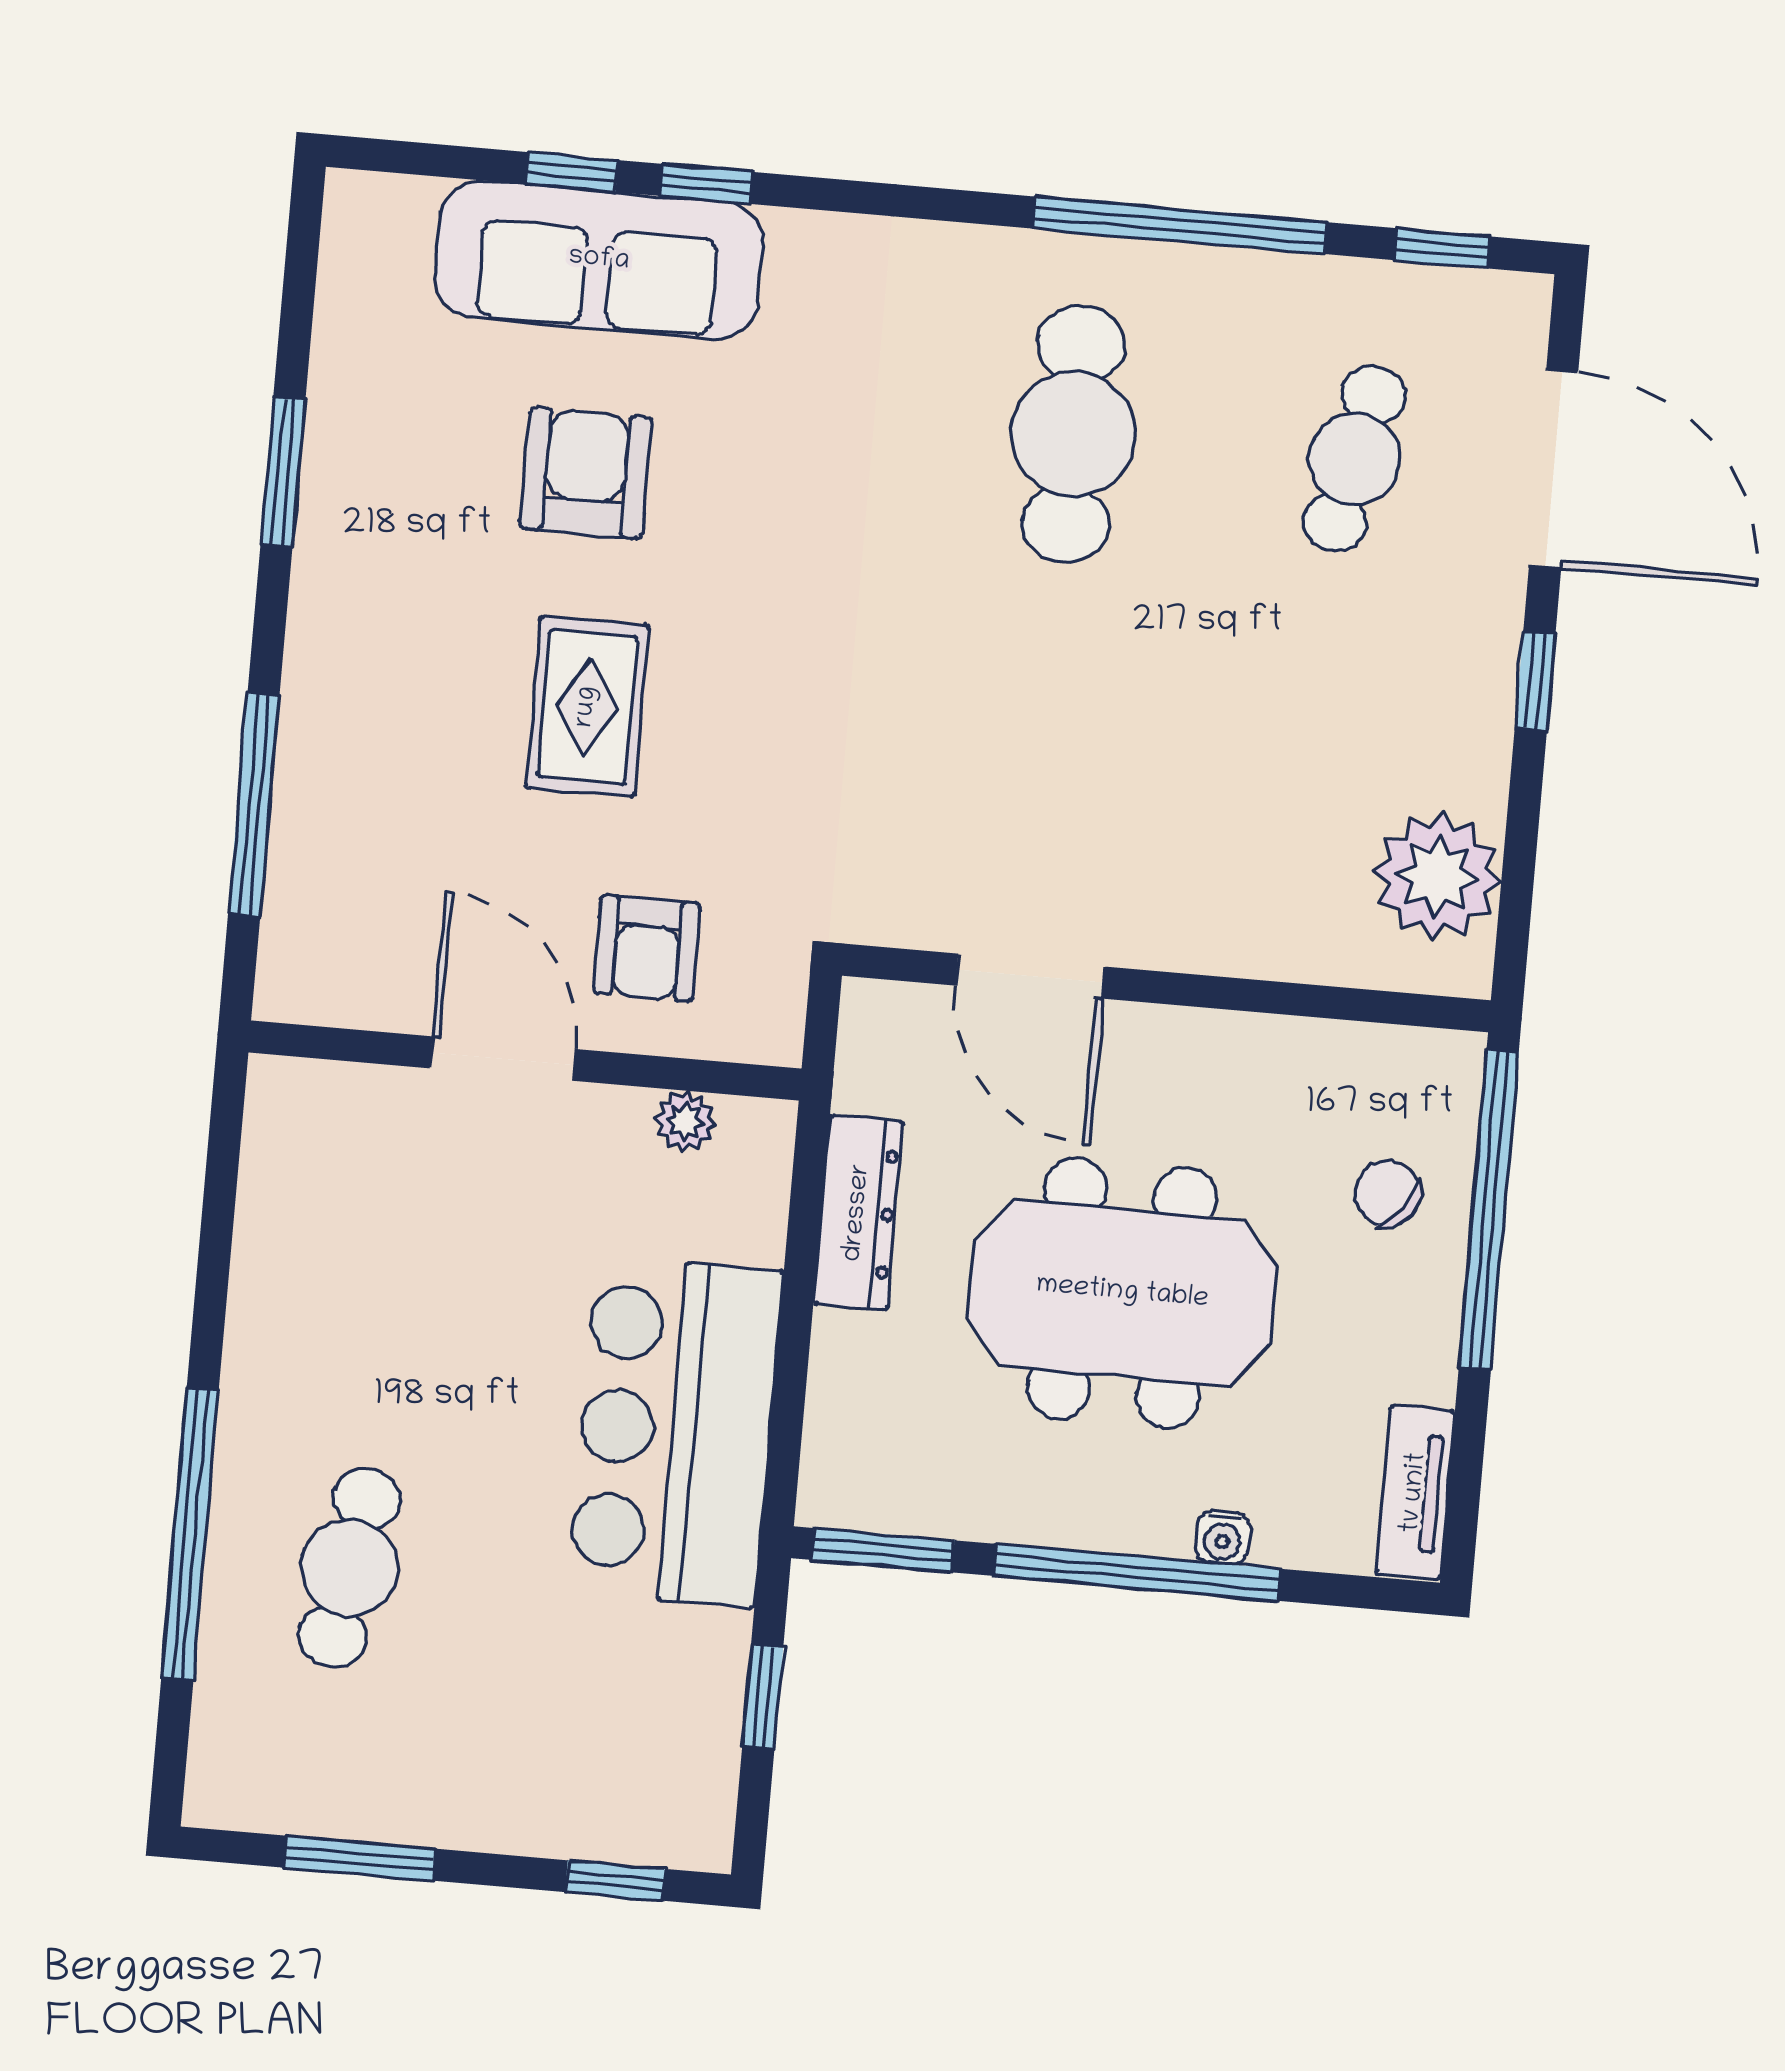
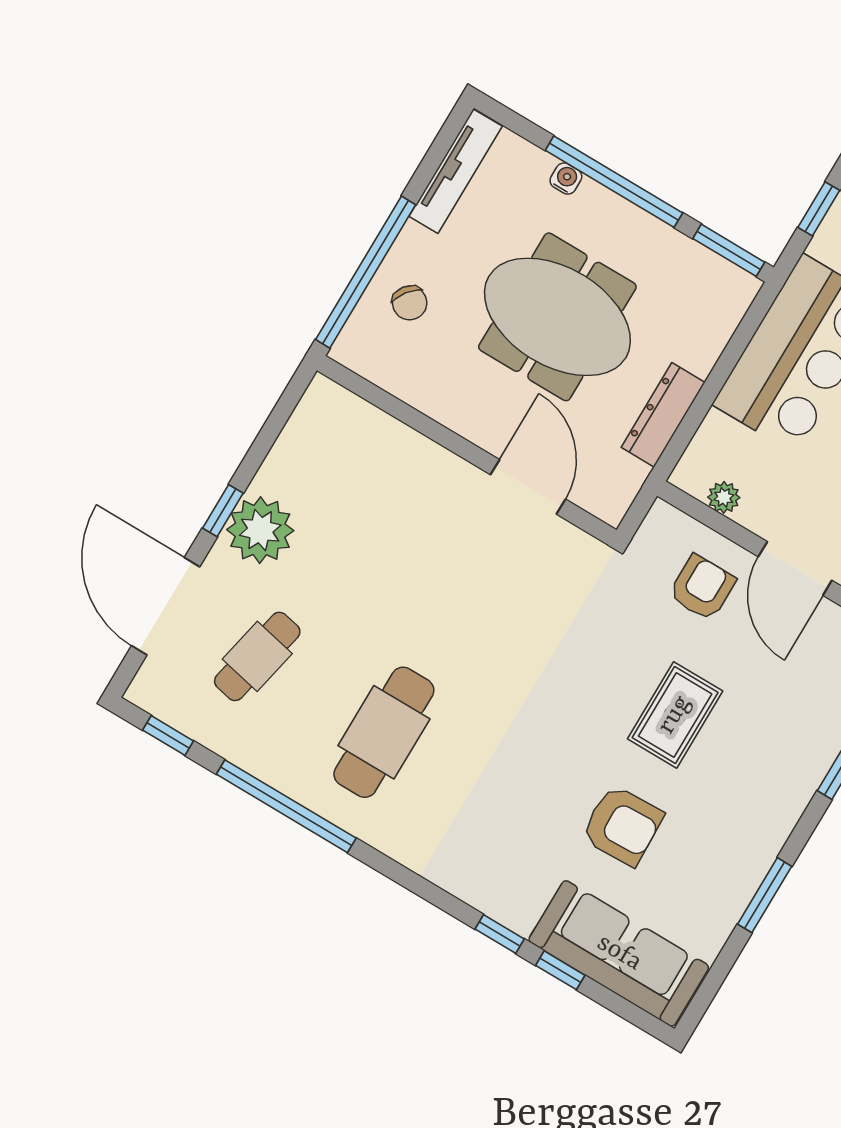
sofa: (599, 260) -> (619, 953), moved
armchair: (586, 473) -> (622, 825), turned -92
plant: (1437, 876) -> (260, 530), moved
tv unit: (1415, 1493) -> (456, 171), width x1.41

